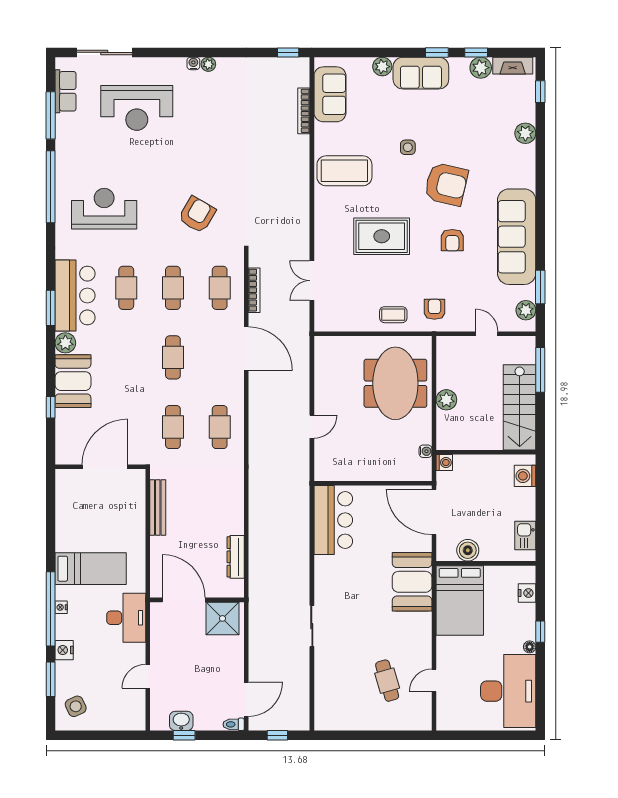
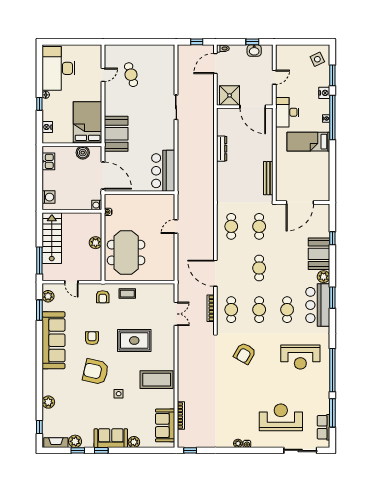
door: (184, 600) -> (253, 107), moved
wall: (197, 600) -> (245, 107), moved
shower: (222, 618) -> (230, 95), moved

